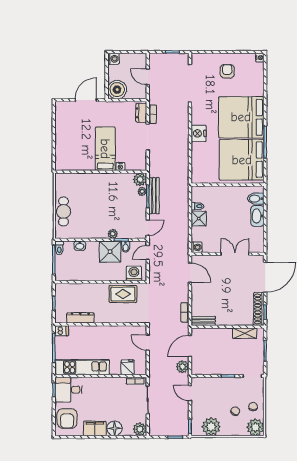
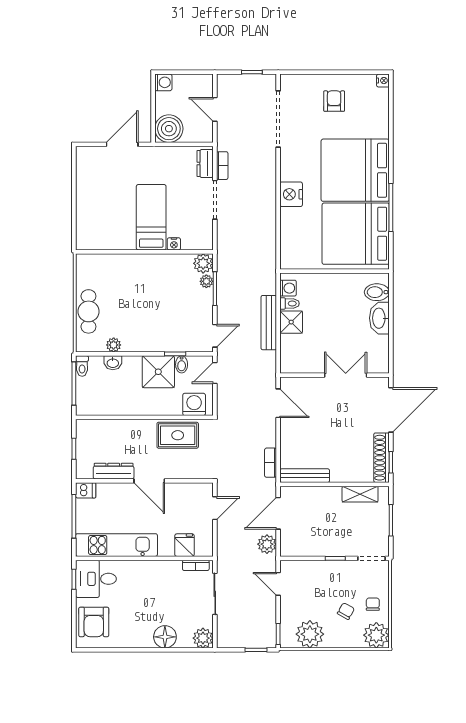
bench: (154, 196) -> (269, 323), moved
plant: (113, 234) -> (114, 345), moved
washing machine: (197, 247) -> (288, 288), moved
bench: (203, 321) -> (305, 476), width x1.36
door: (104, 324) -> (149, 481), added
door: (148, 343) -> (215, 508), swing flipped
filing cabinet: (95, 428) -> (135, 637), removed

